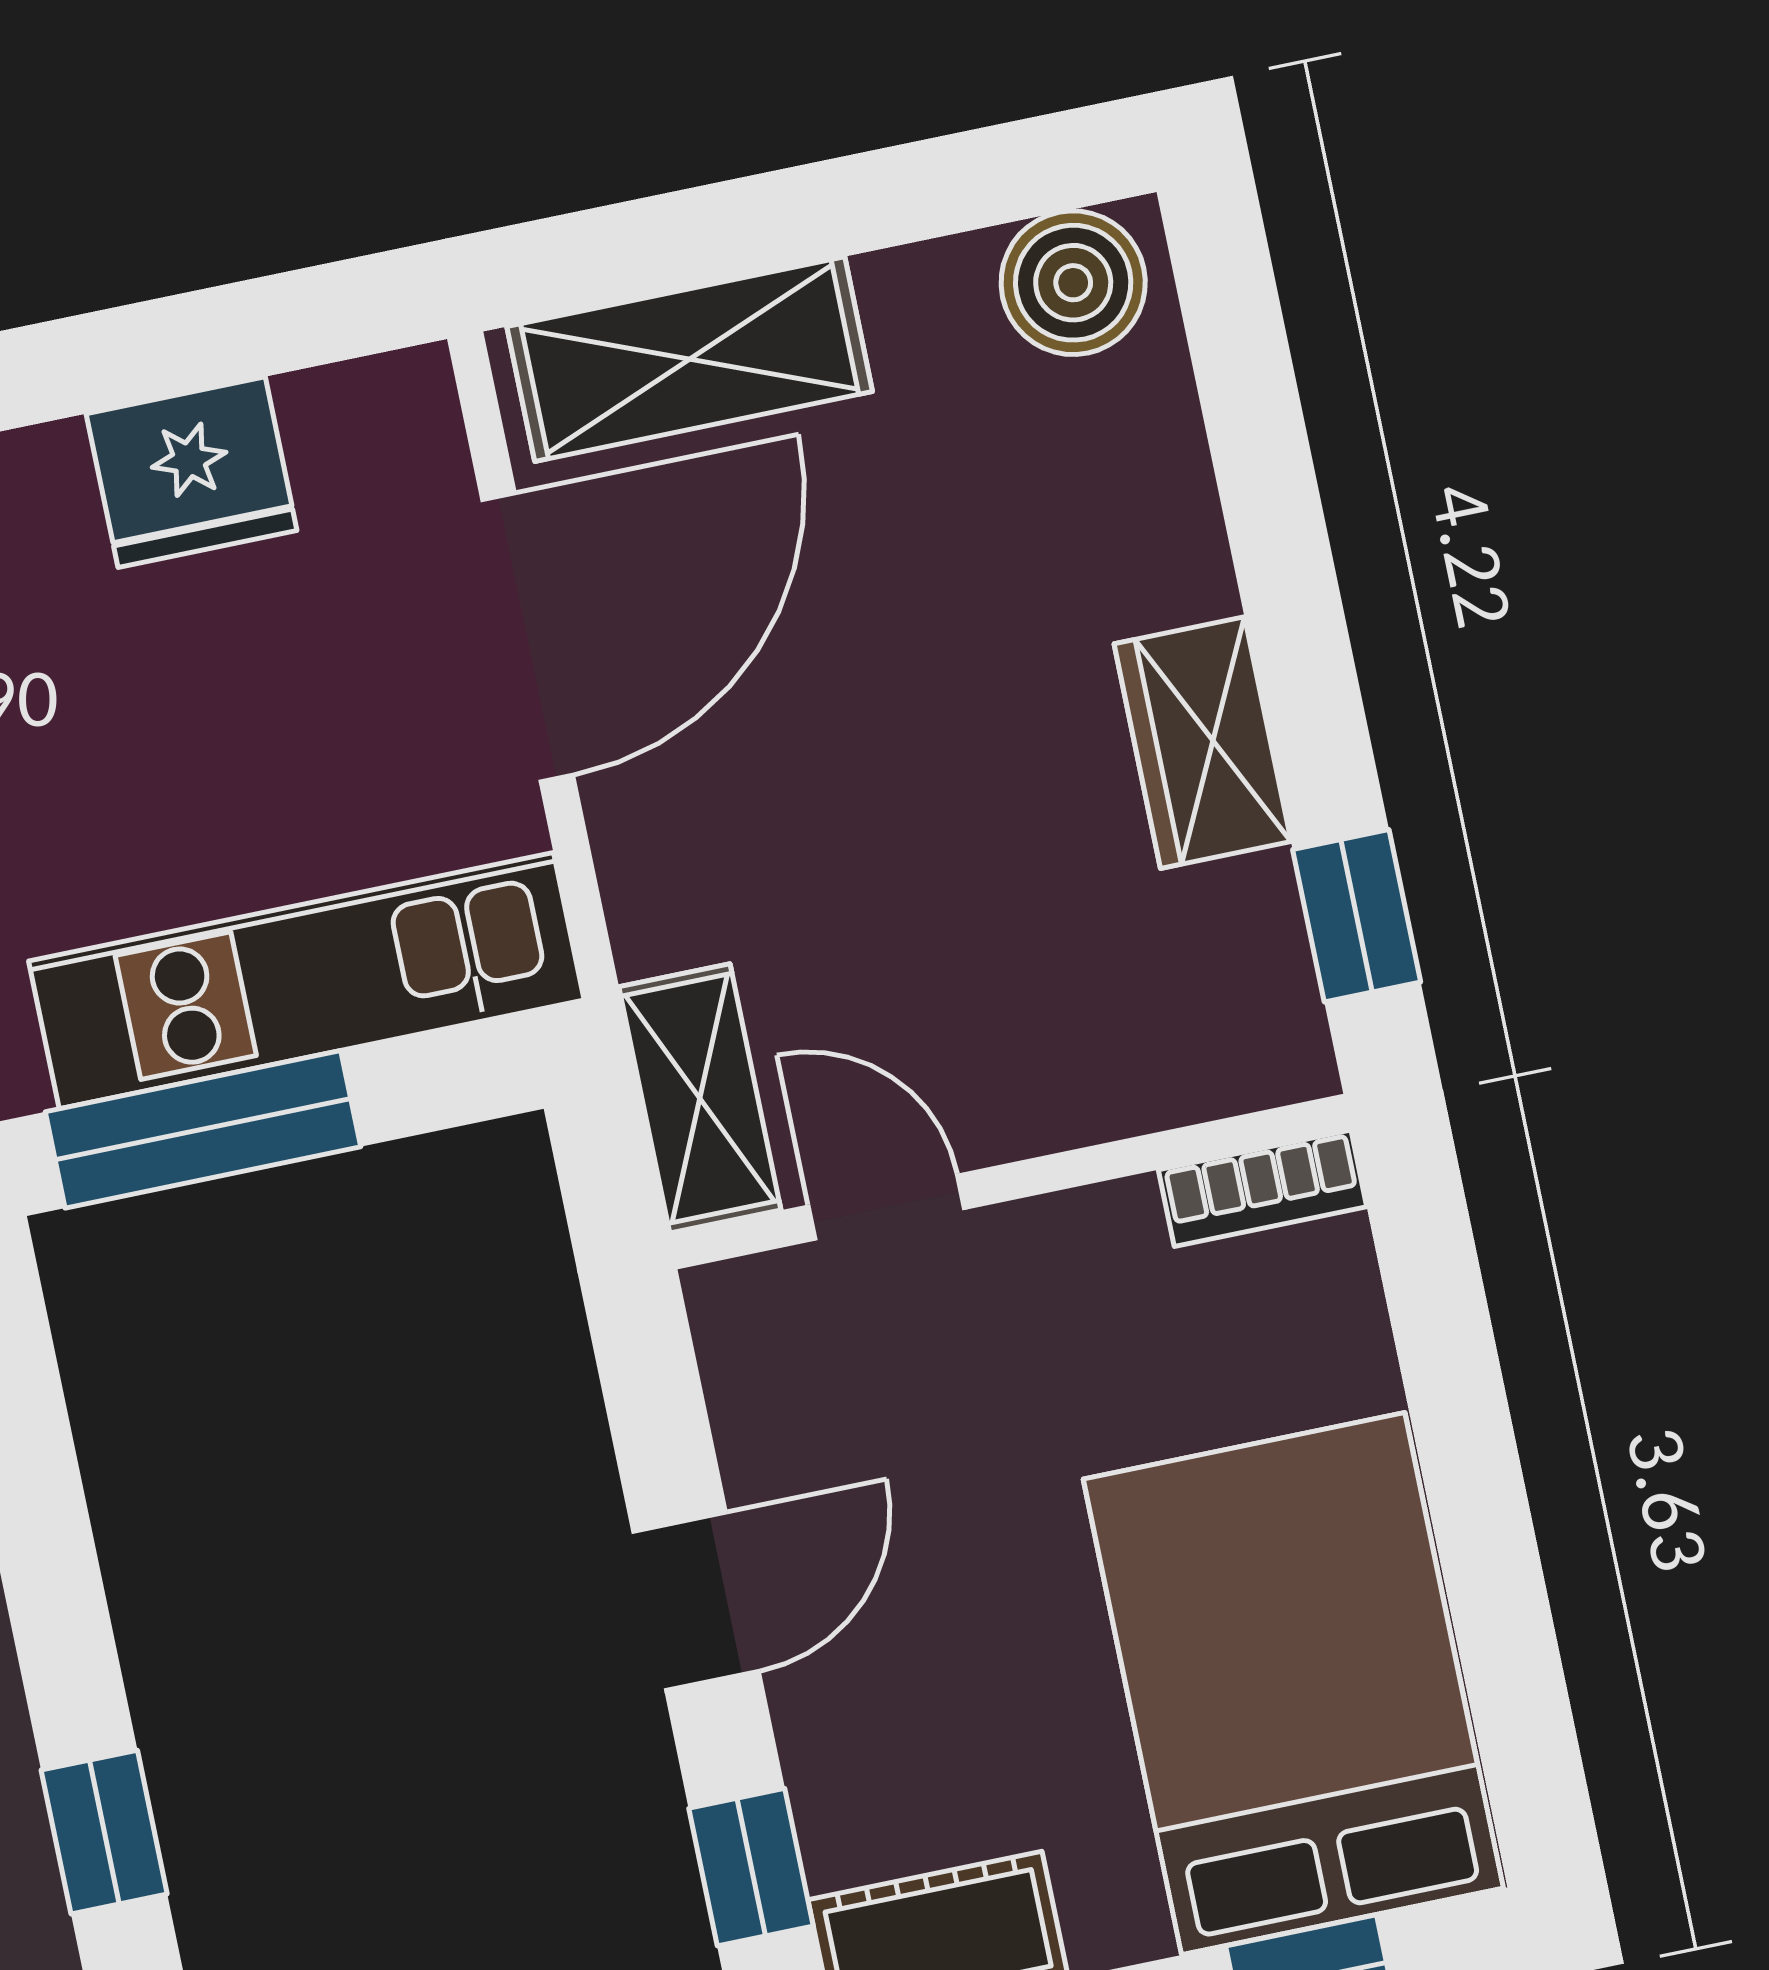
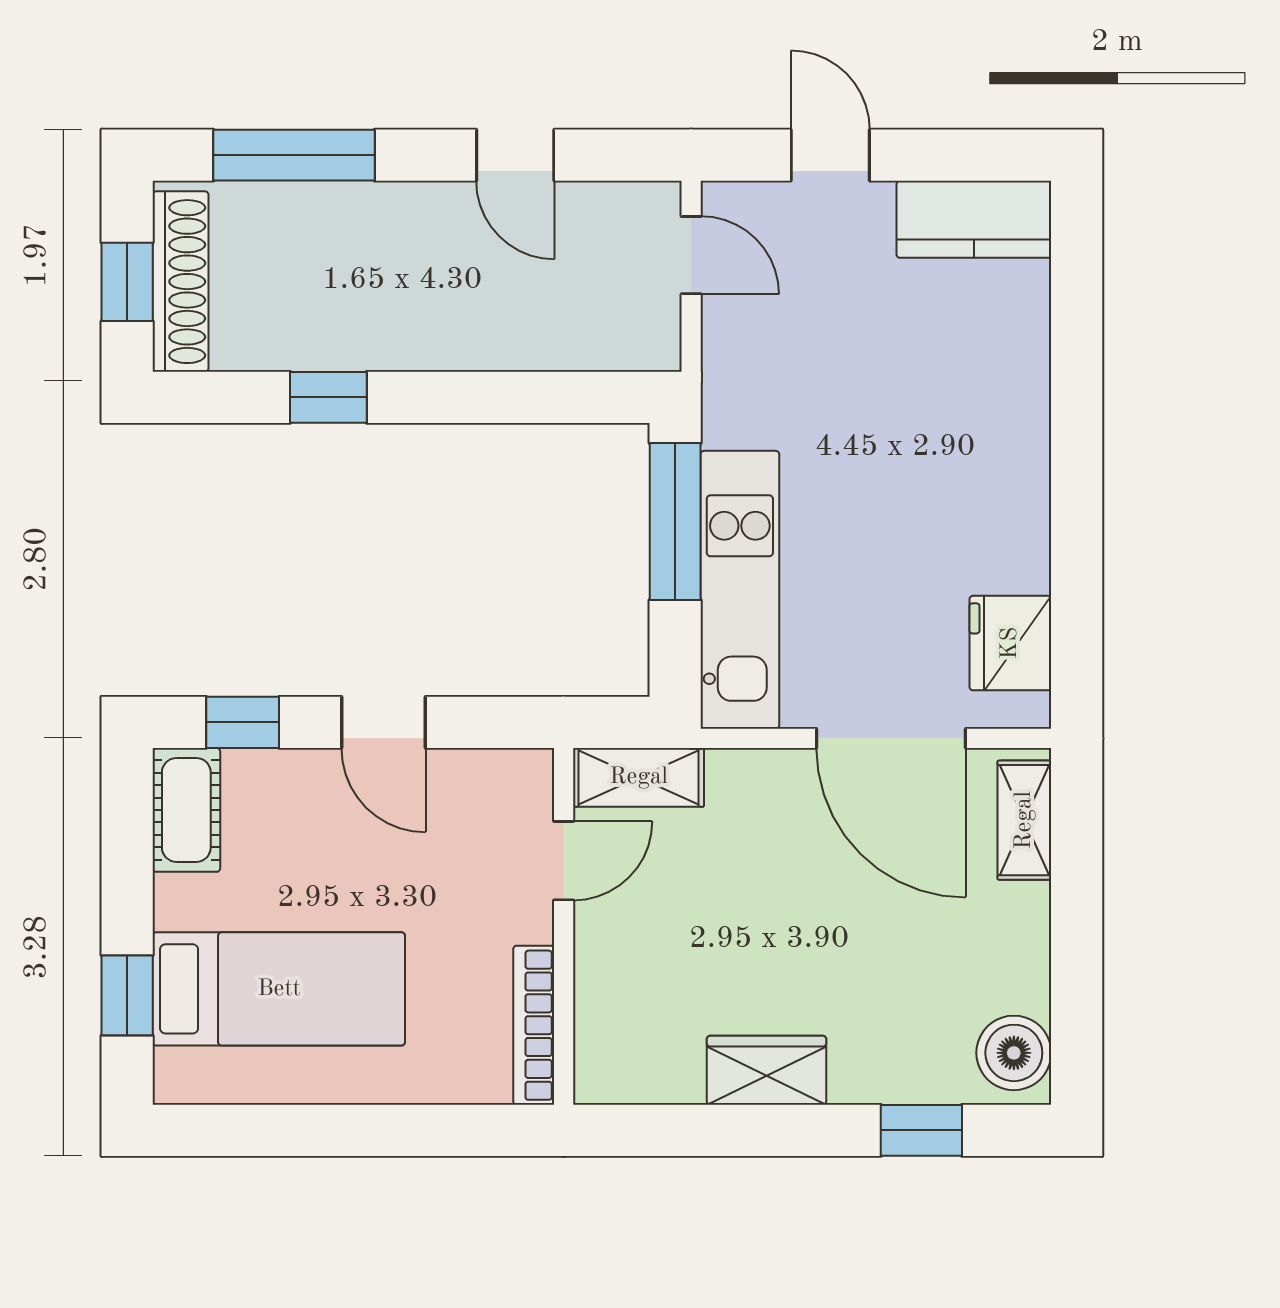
shelving: (690, 359) -> (1024, 820), width x0.67, depth x0.75
fridge: (192, 472) -> (1010, 643), moved
window: (1357, 916) -> (921, 1130), moved
bookcase: (1263, 1188) -> (534, 1025), width x1.56
bed: (1293, 1684) -> (279, 989), width x0.67

